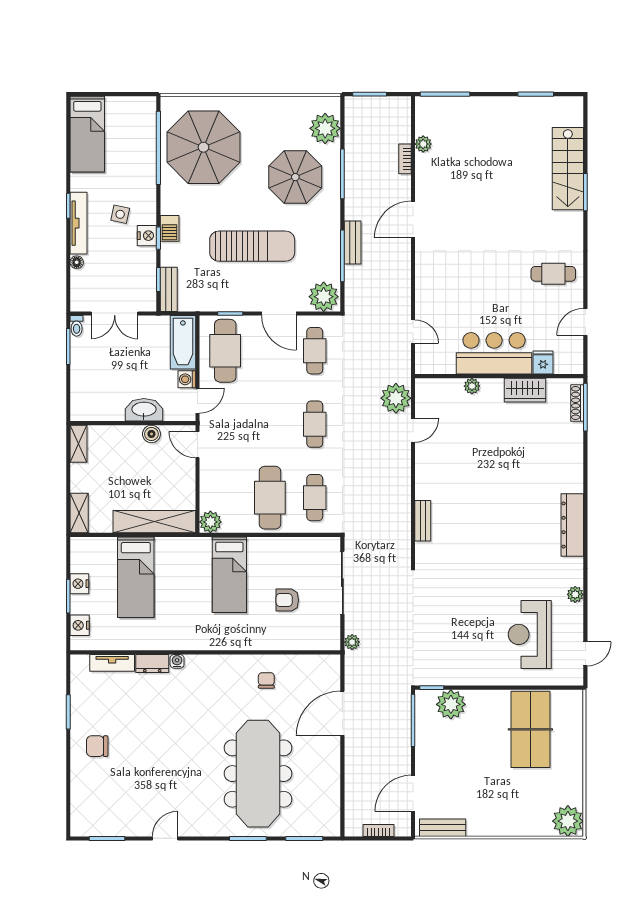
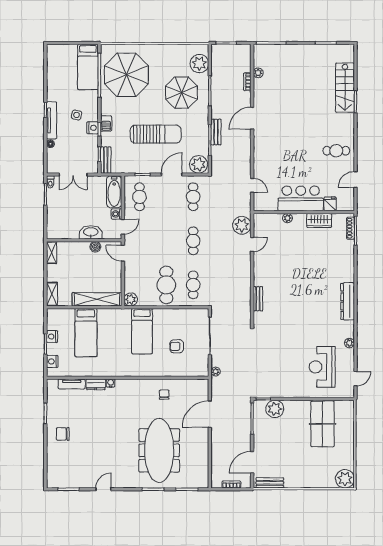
bed: (87, 134) -> (88, 67), moved
door: (279, 313) -> (172, 175), swing flipped
cafe table: (225, 351) -> (140, 197), width x0.73, depth x0.74

